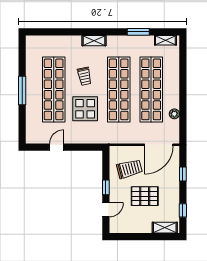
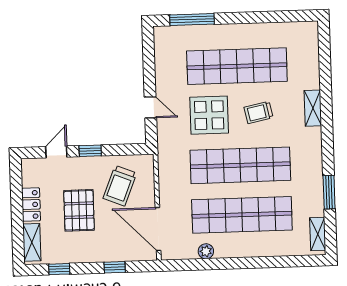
shelving: (94, 41) -> (313, 108), moved
window: (22, 90) -> (192, 19), moved
door: (57, 147) -> (150, 107), moved
trolley: (129, 169) -> (120, 186), turned 37
door: (106, 210) -> (56, 152), swing flipped
locker: (140, 227) -> (31, 205), added

